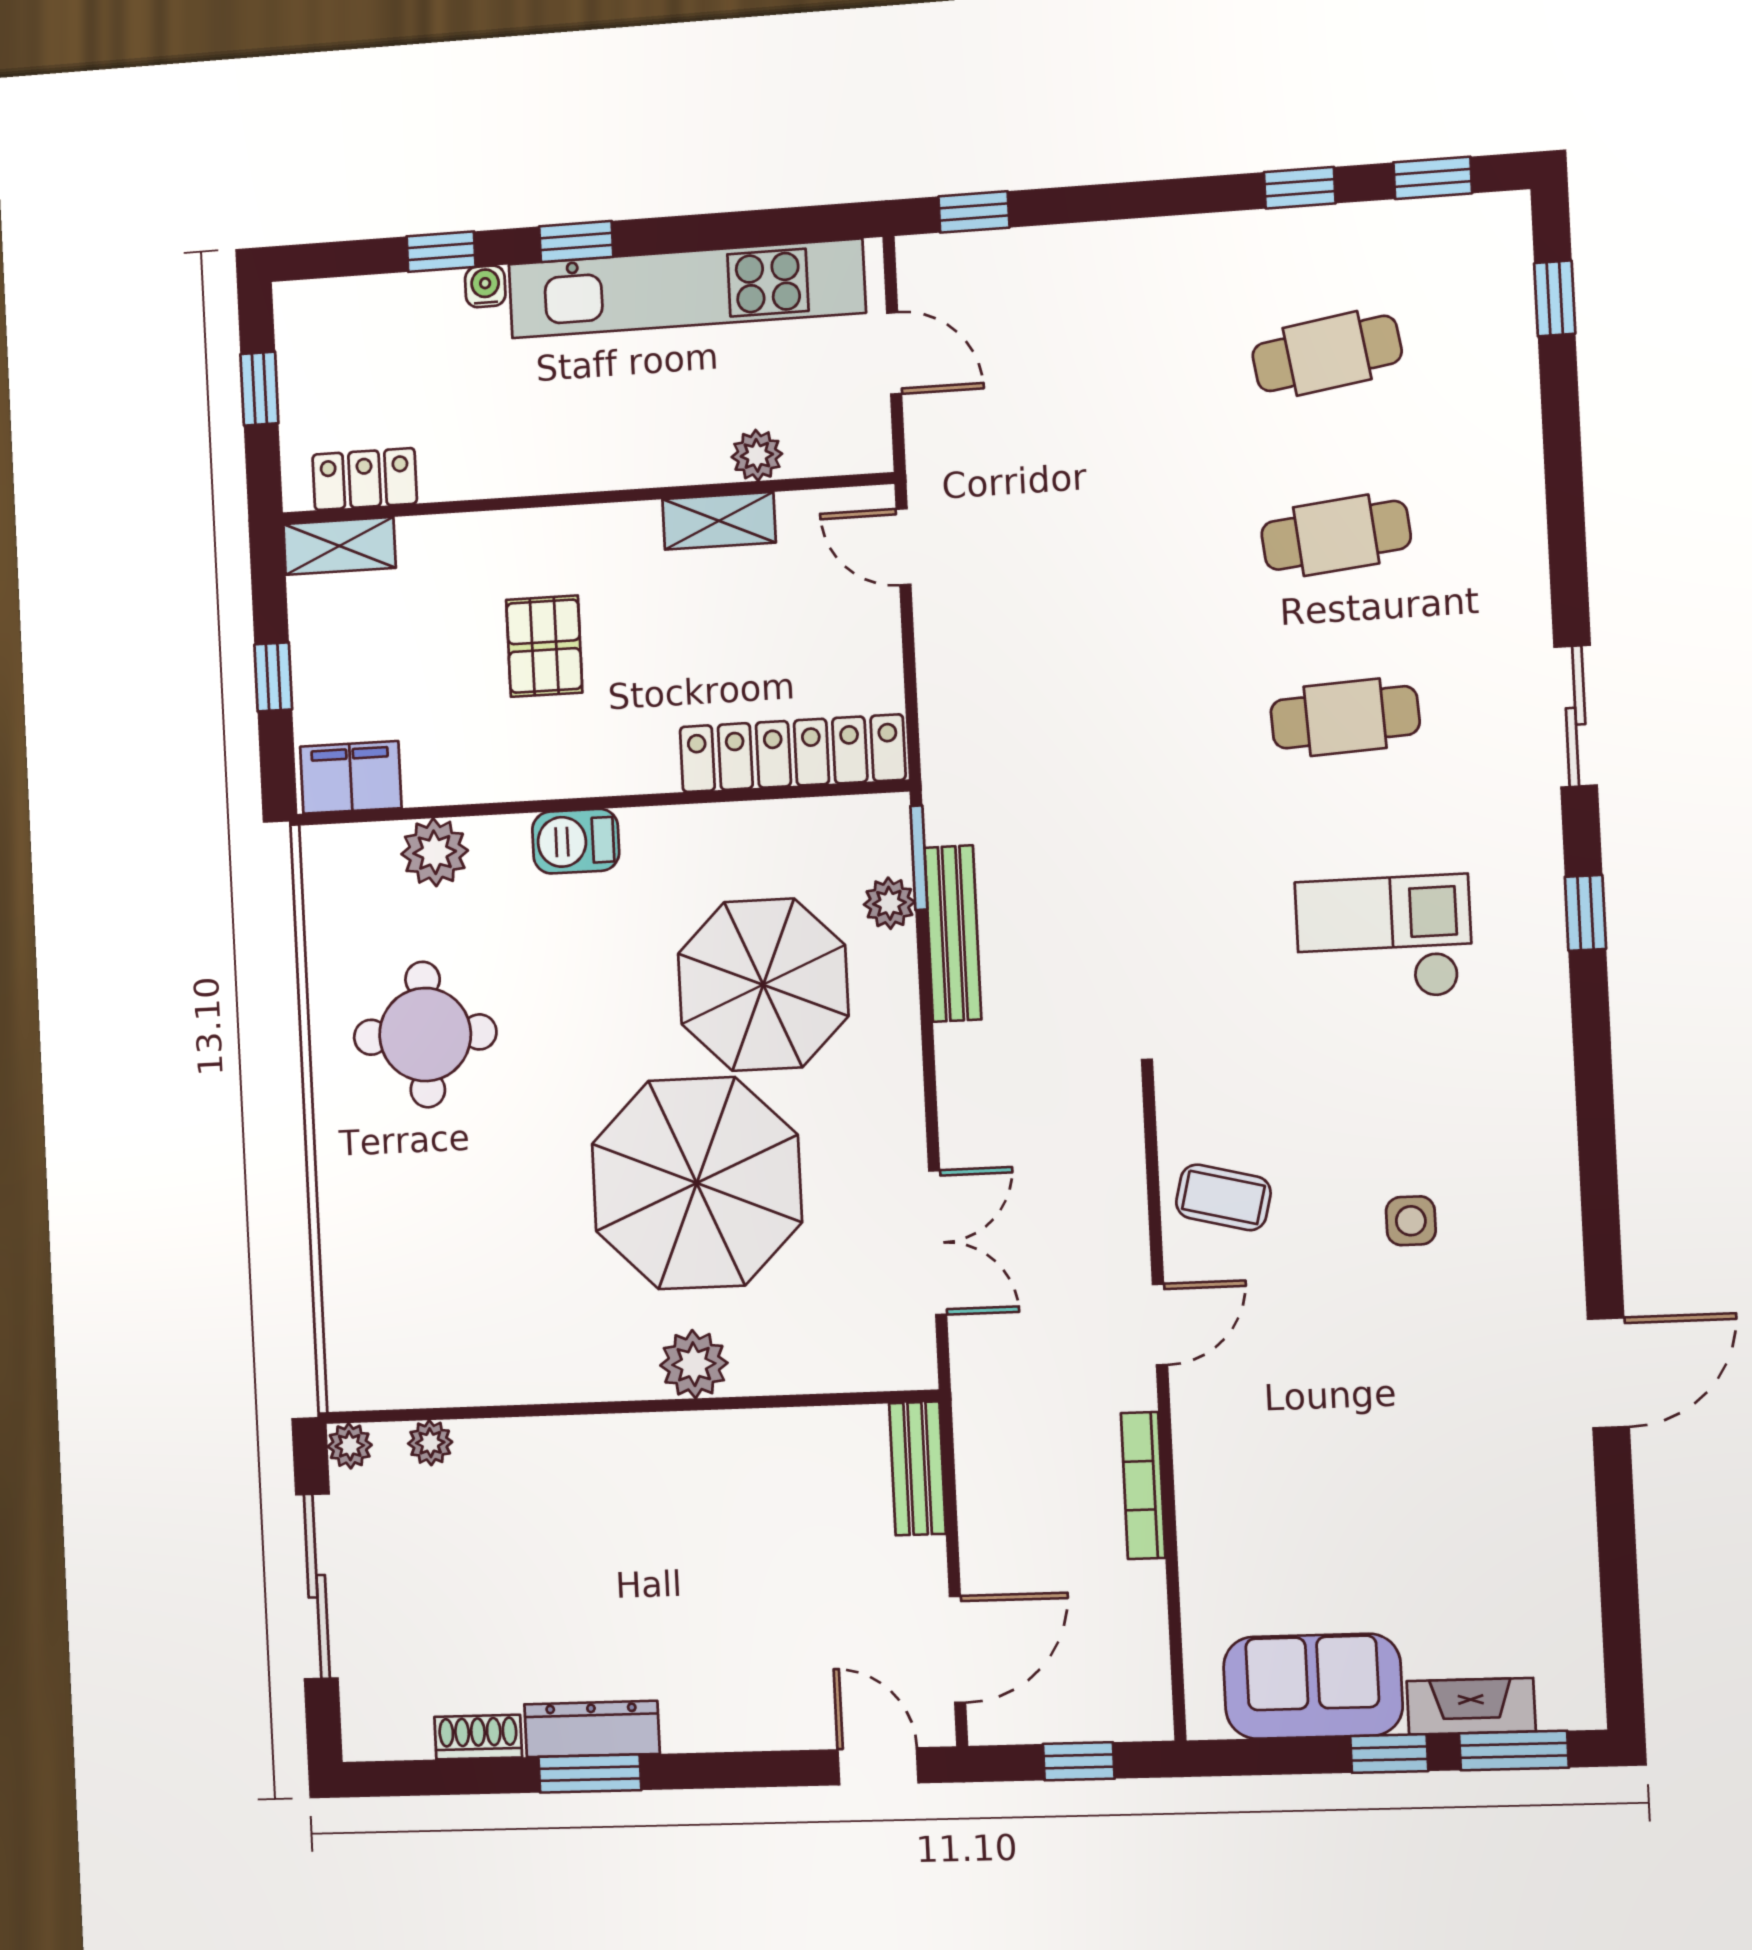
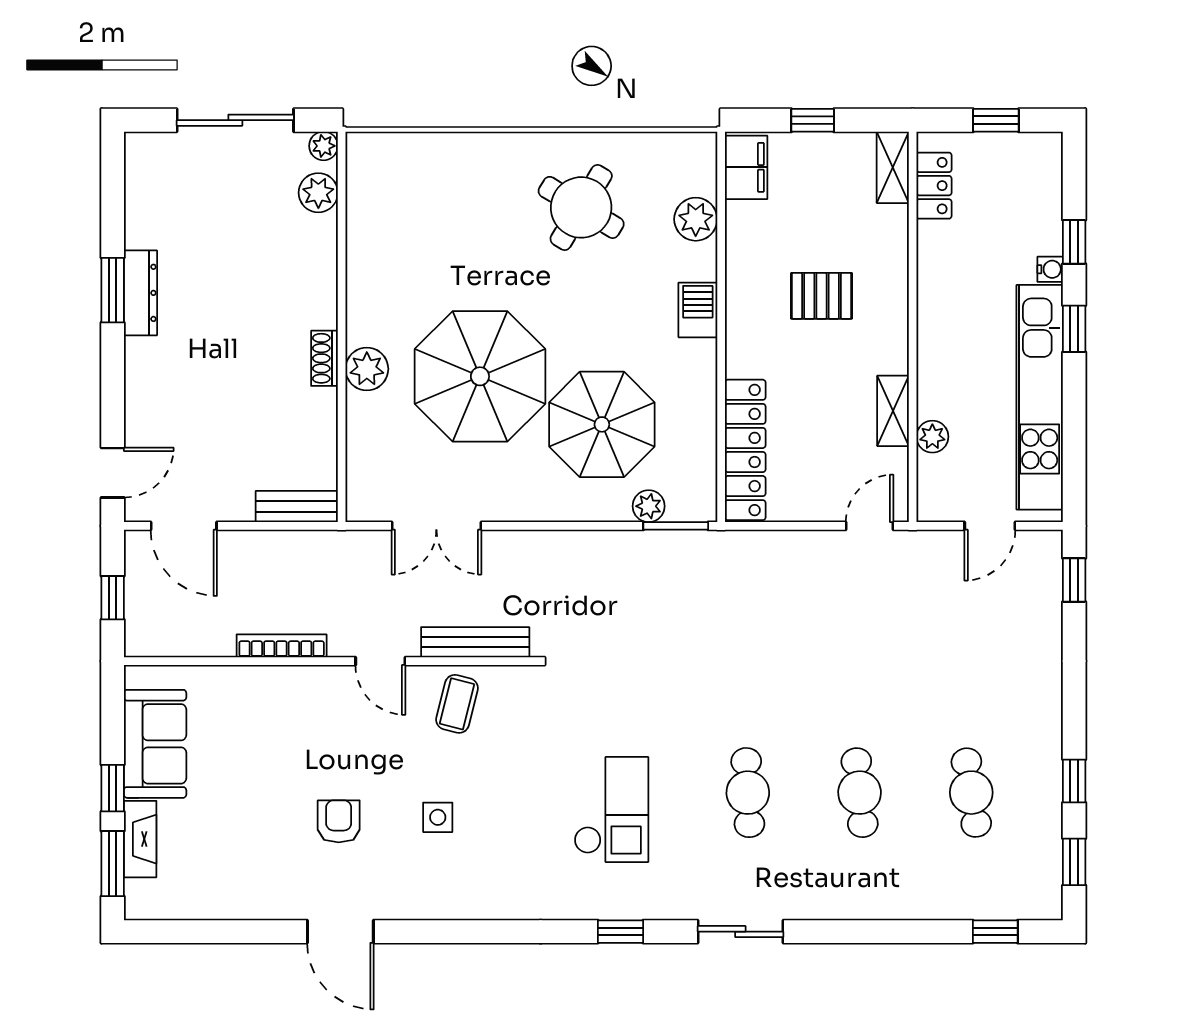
bench: (953, 934) -> (475, 642), moved
round table: (425, 1035) -> (581, 207), turned 31
armchair: (1426, 1382) -> (339, 821), added
plant: (430, 1443) -> (318, 193), width x1.38, depth x1.38
shoe rack: (478, 1737) -> (324, 358), moved, turned 180

